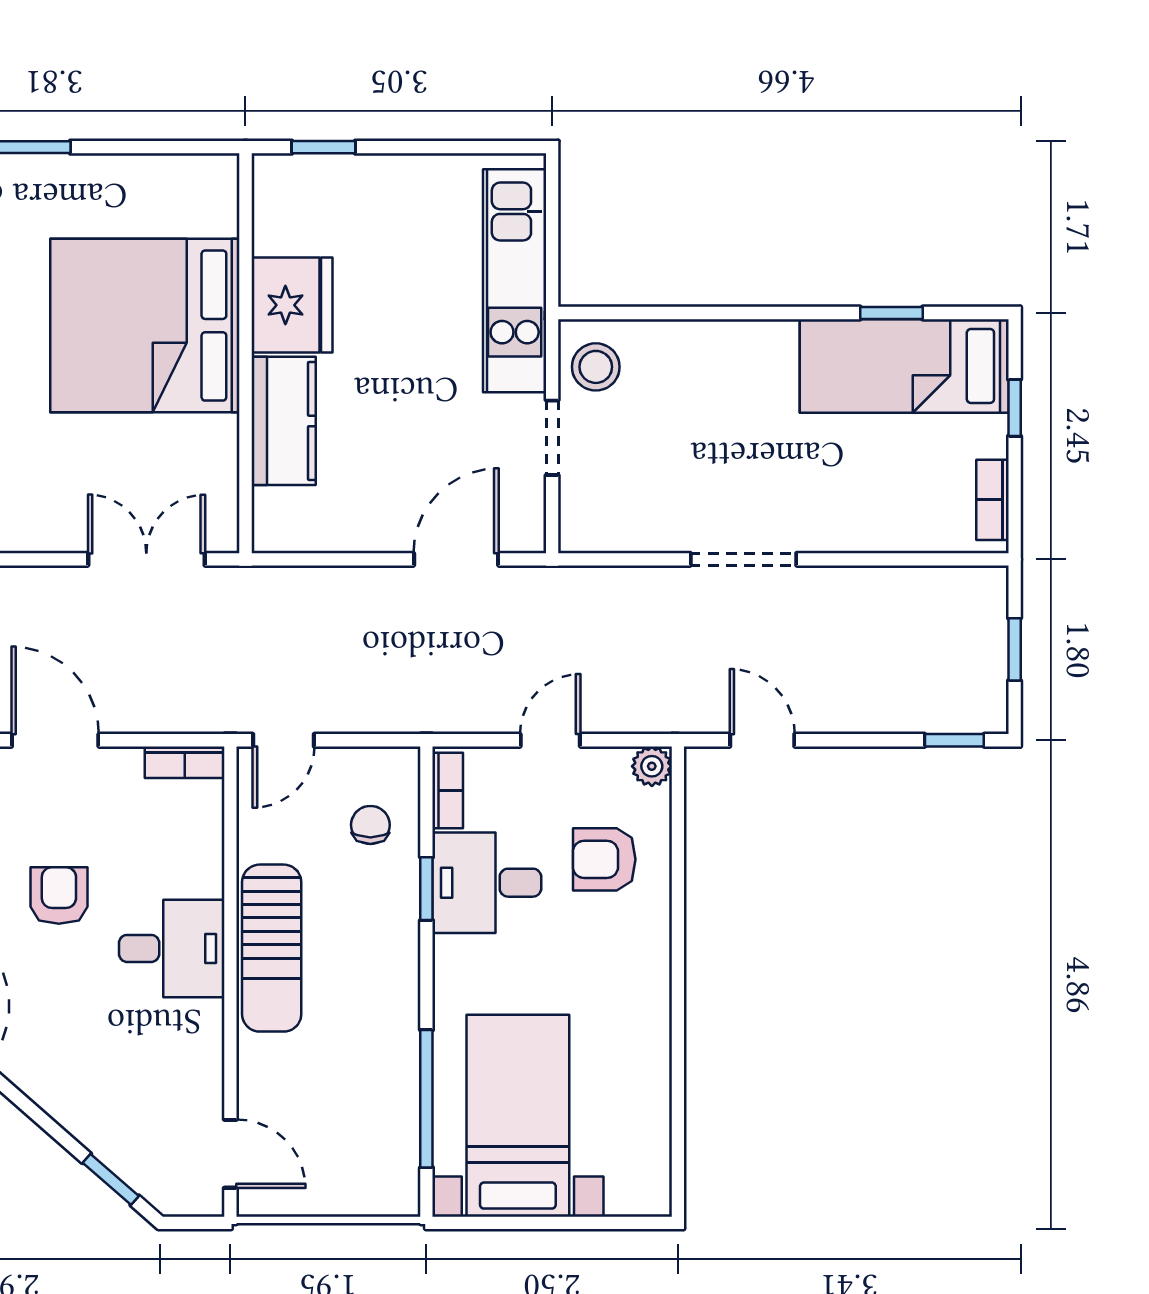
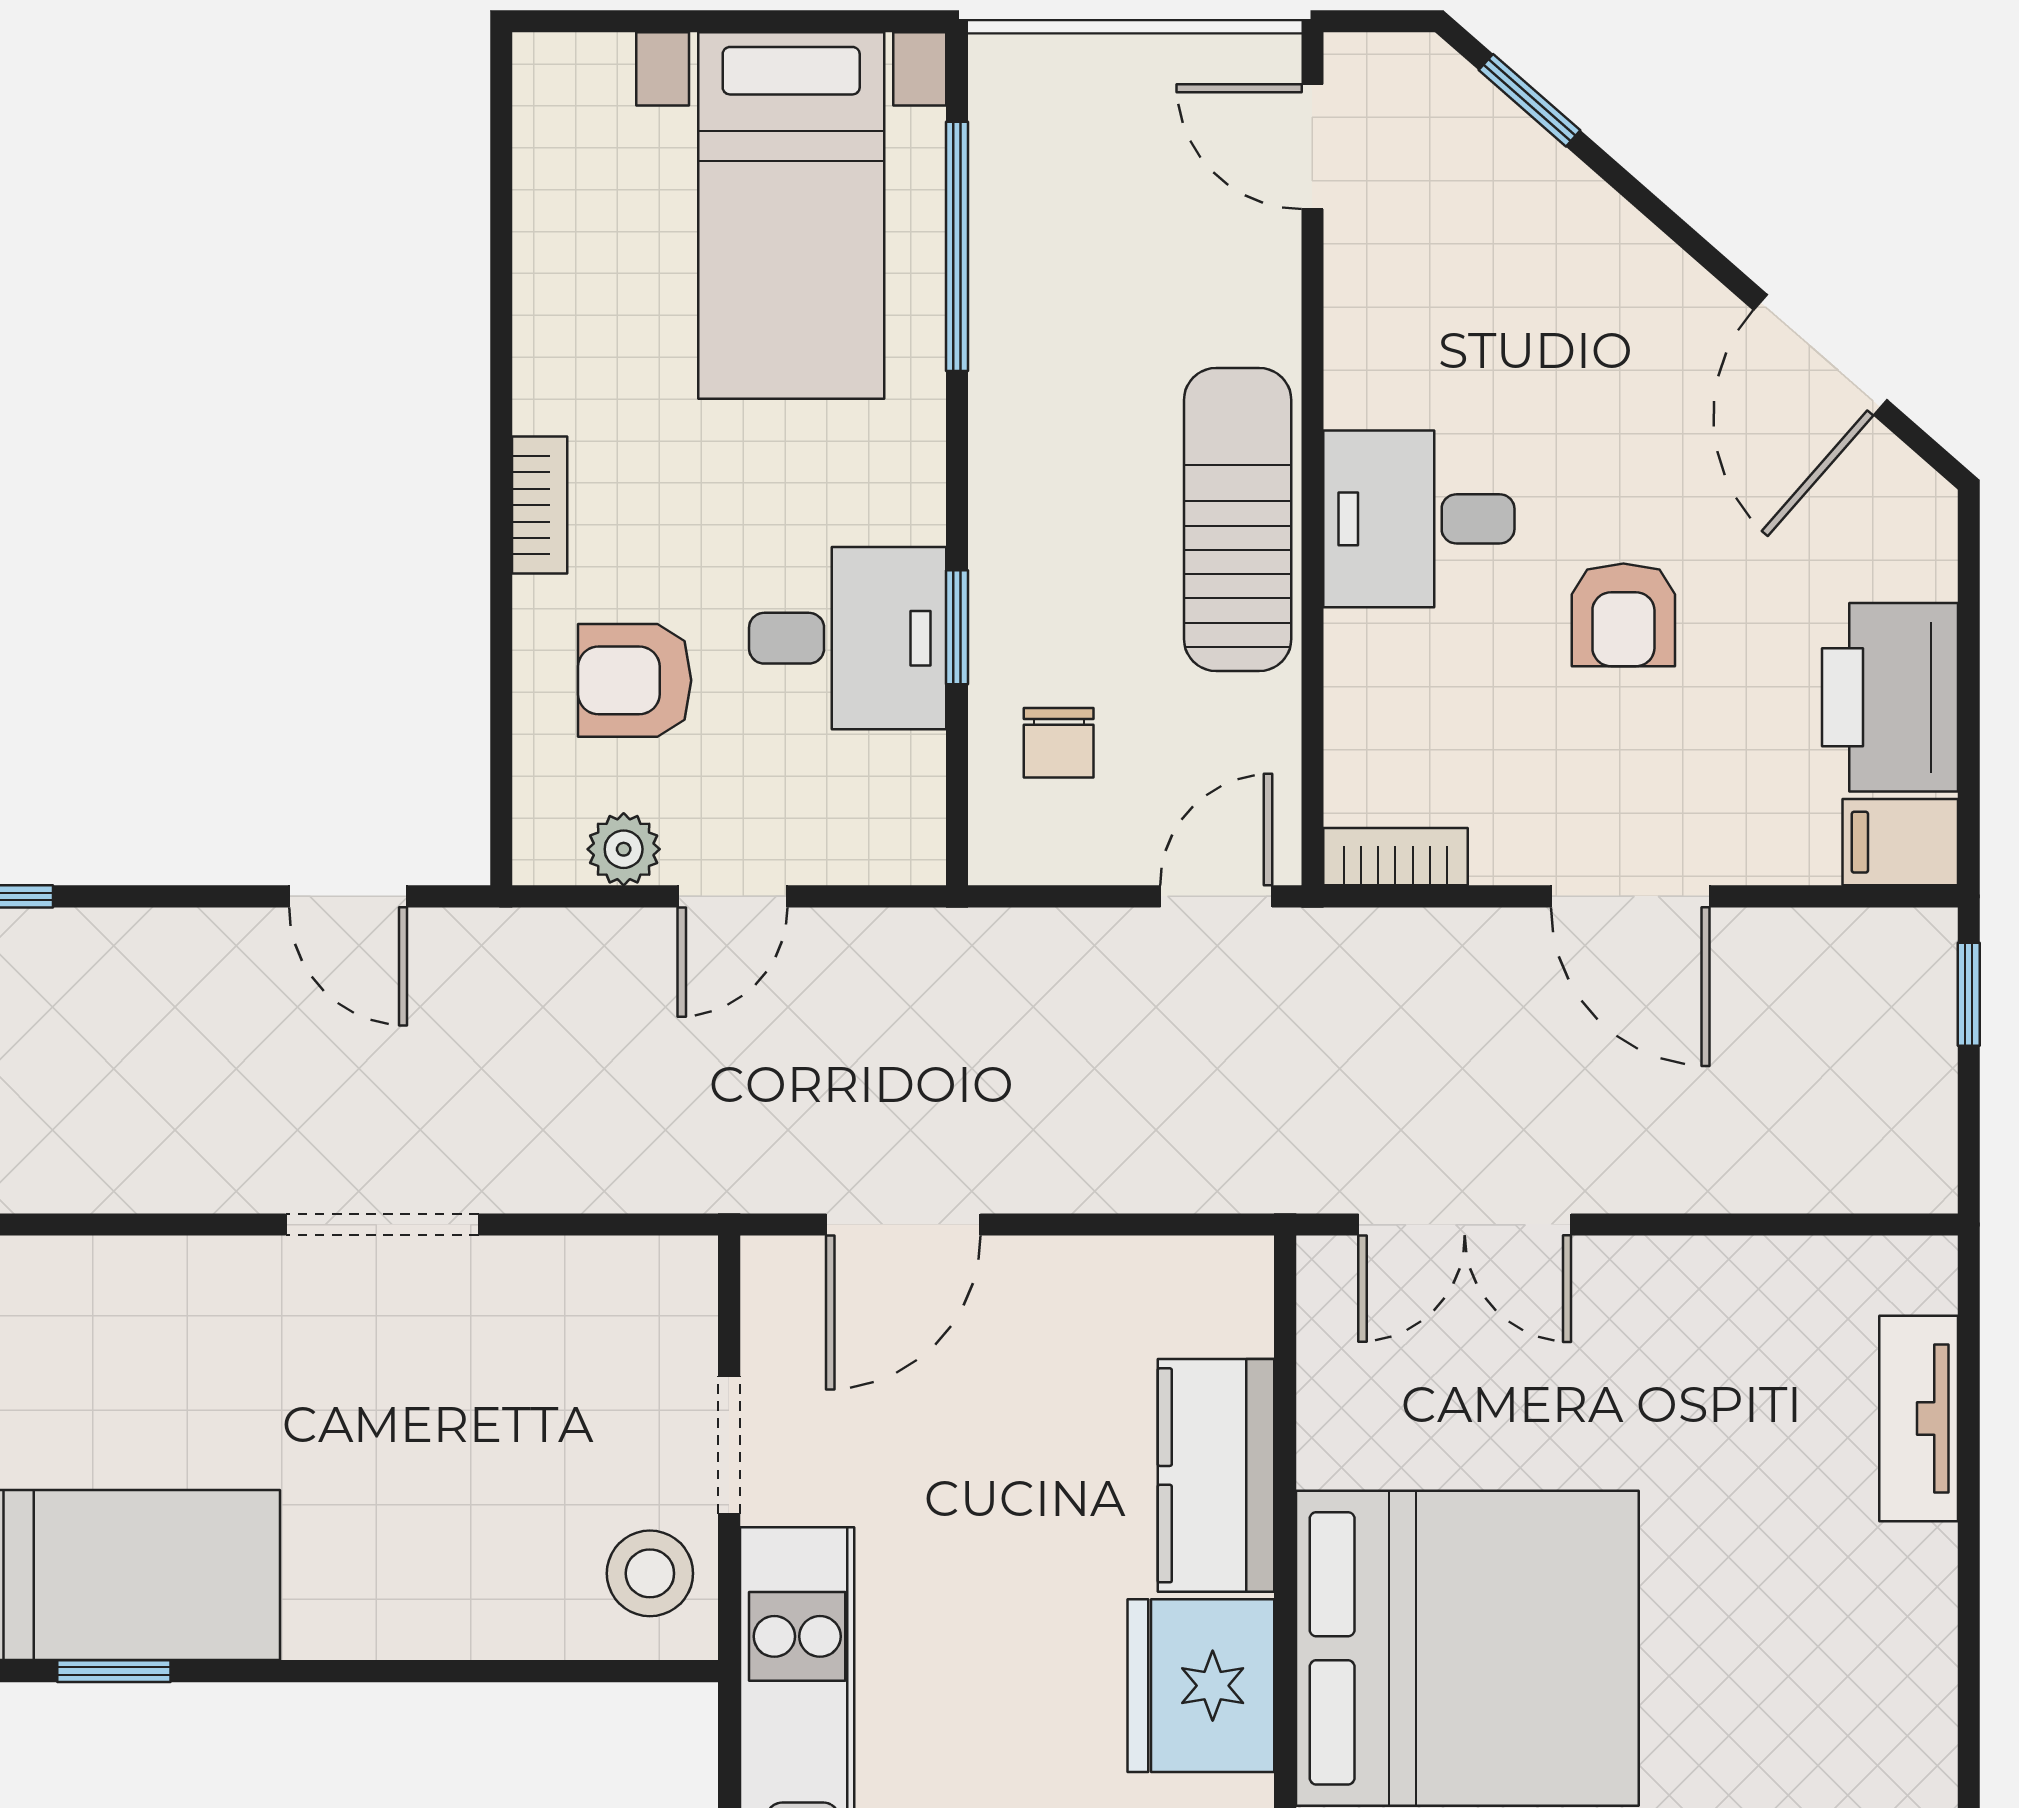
plant: (652, 766) -> (624, 849), moved
bookcase: (448, 790) -> (540, 505), moved, turned 180
armchair: (604, 859) -> (635, 680), turned 180

